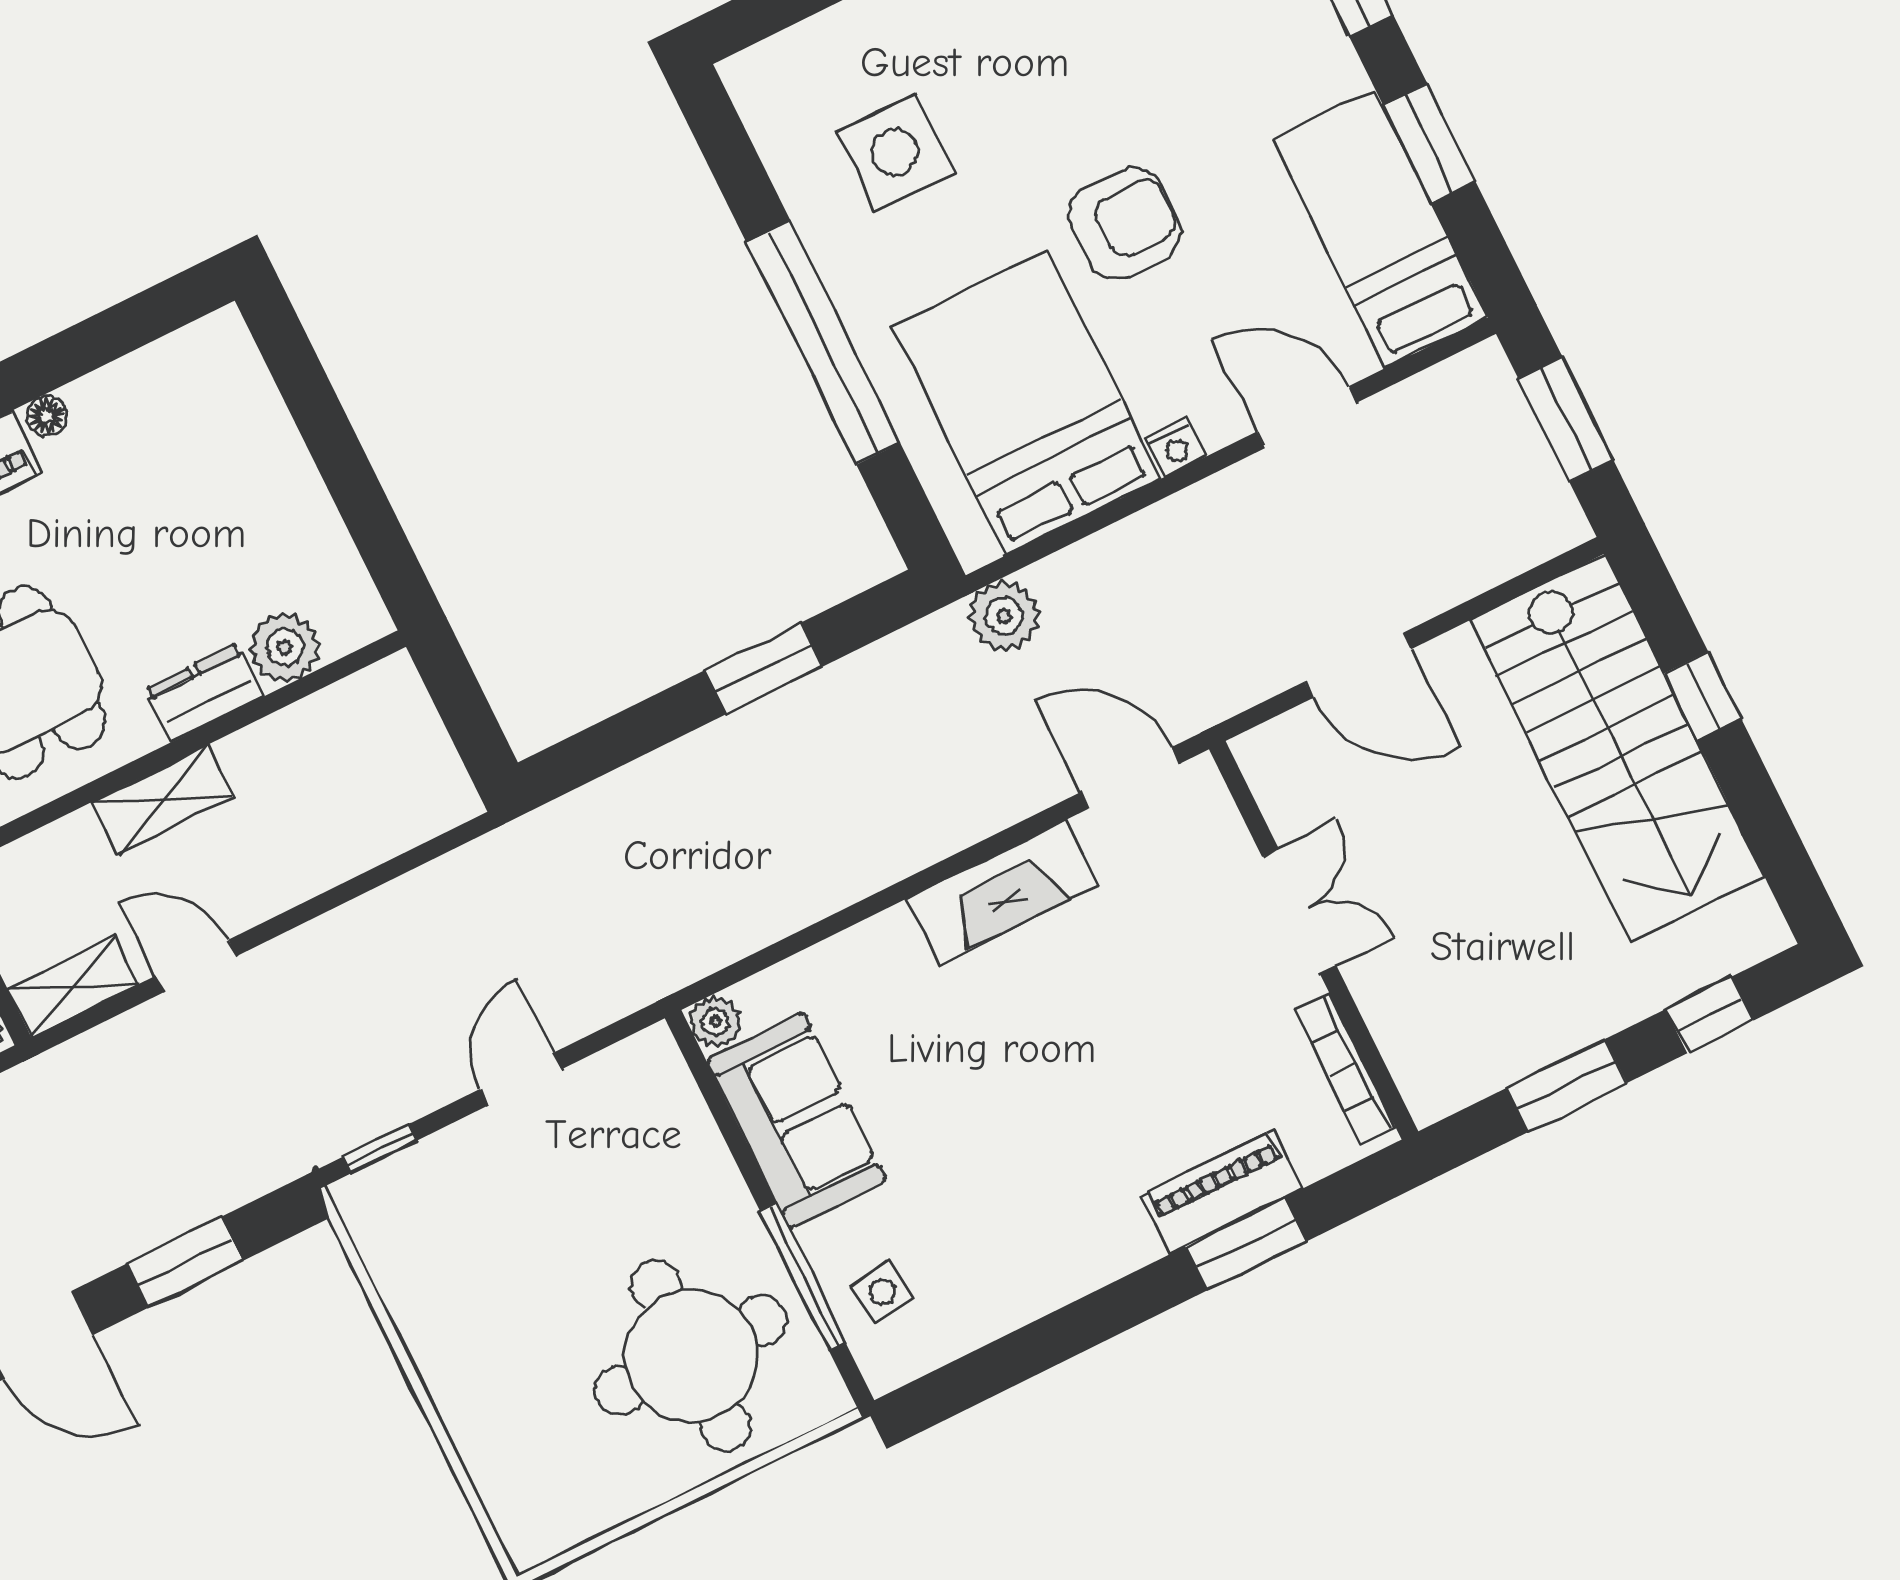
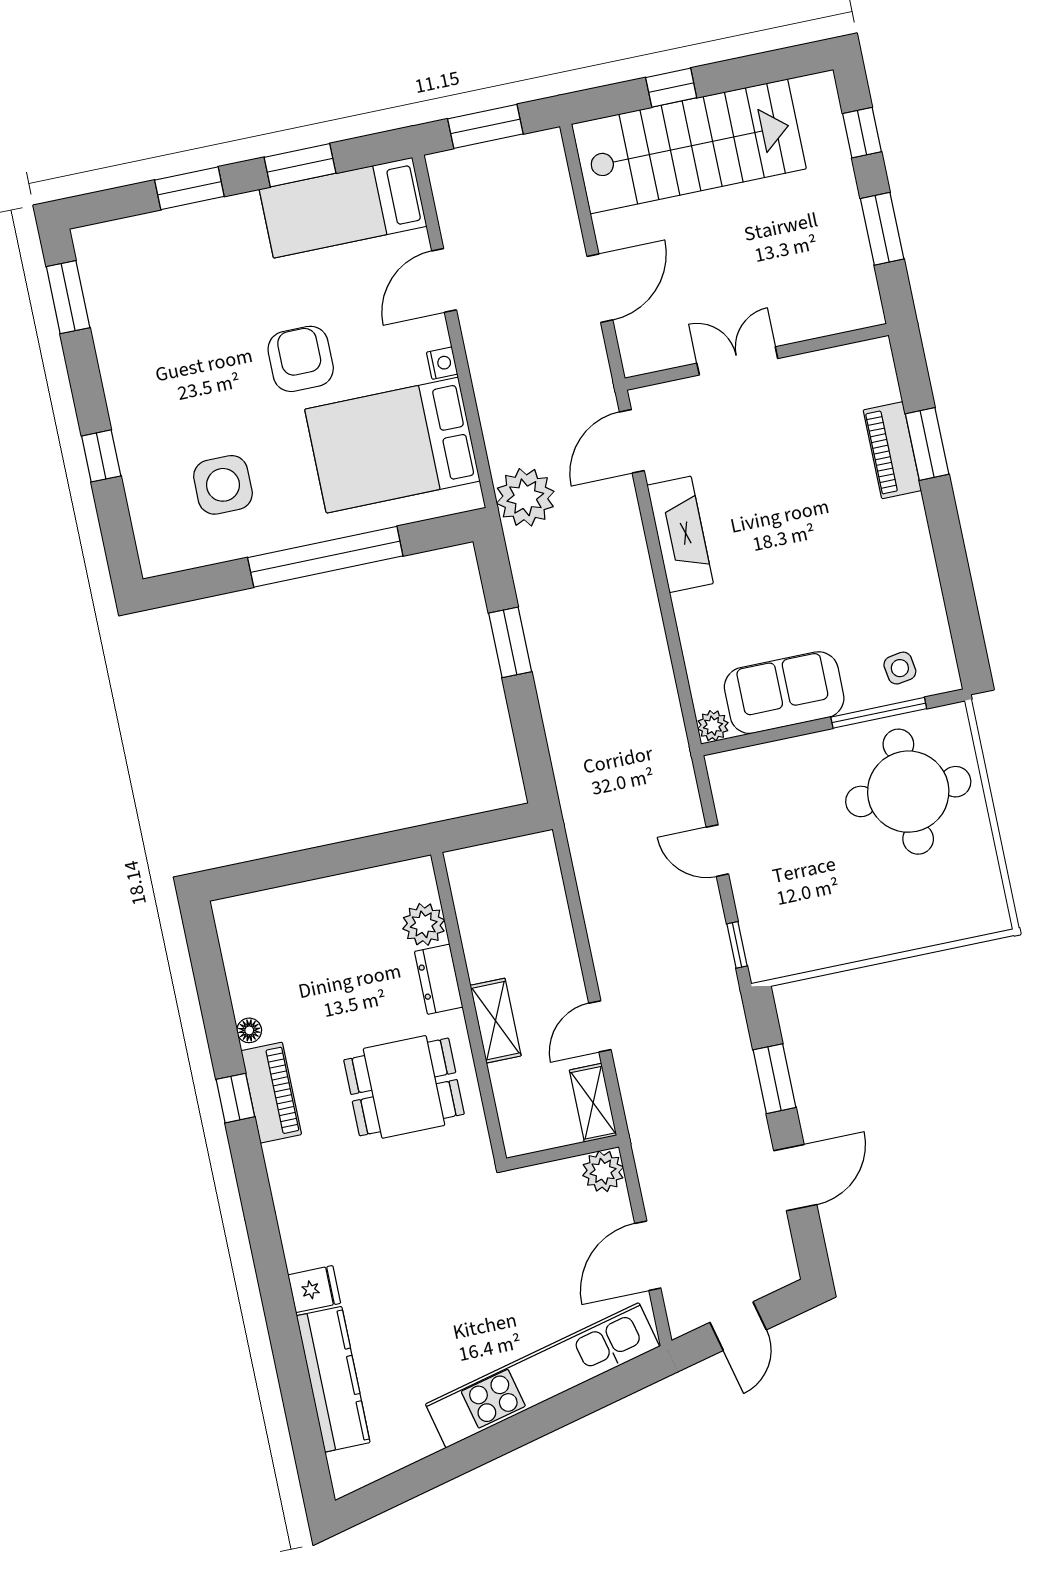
plant: (1004, 616) -> (525, 497), width x1.36, depth x1.36
bookcase: (1345, 1069) -> (838, 358), removed

